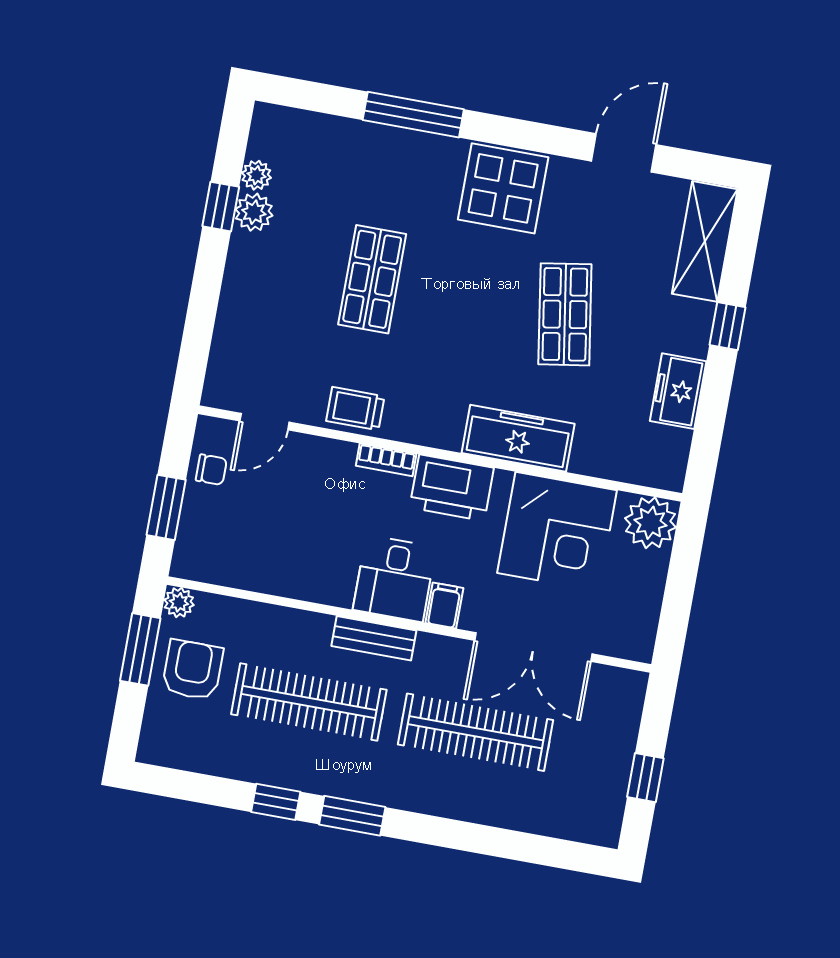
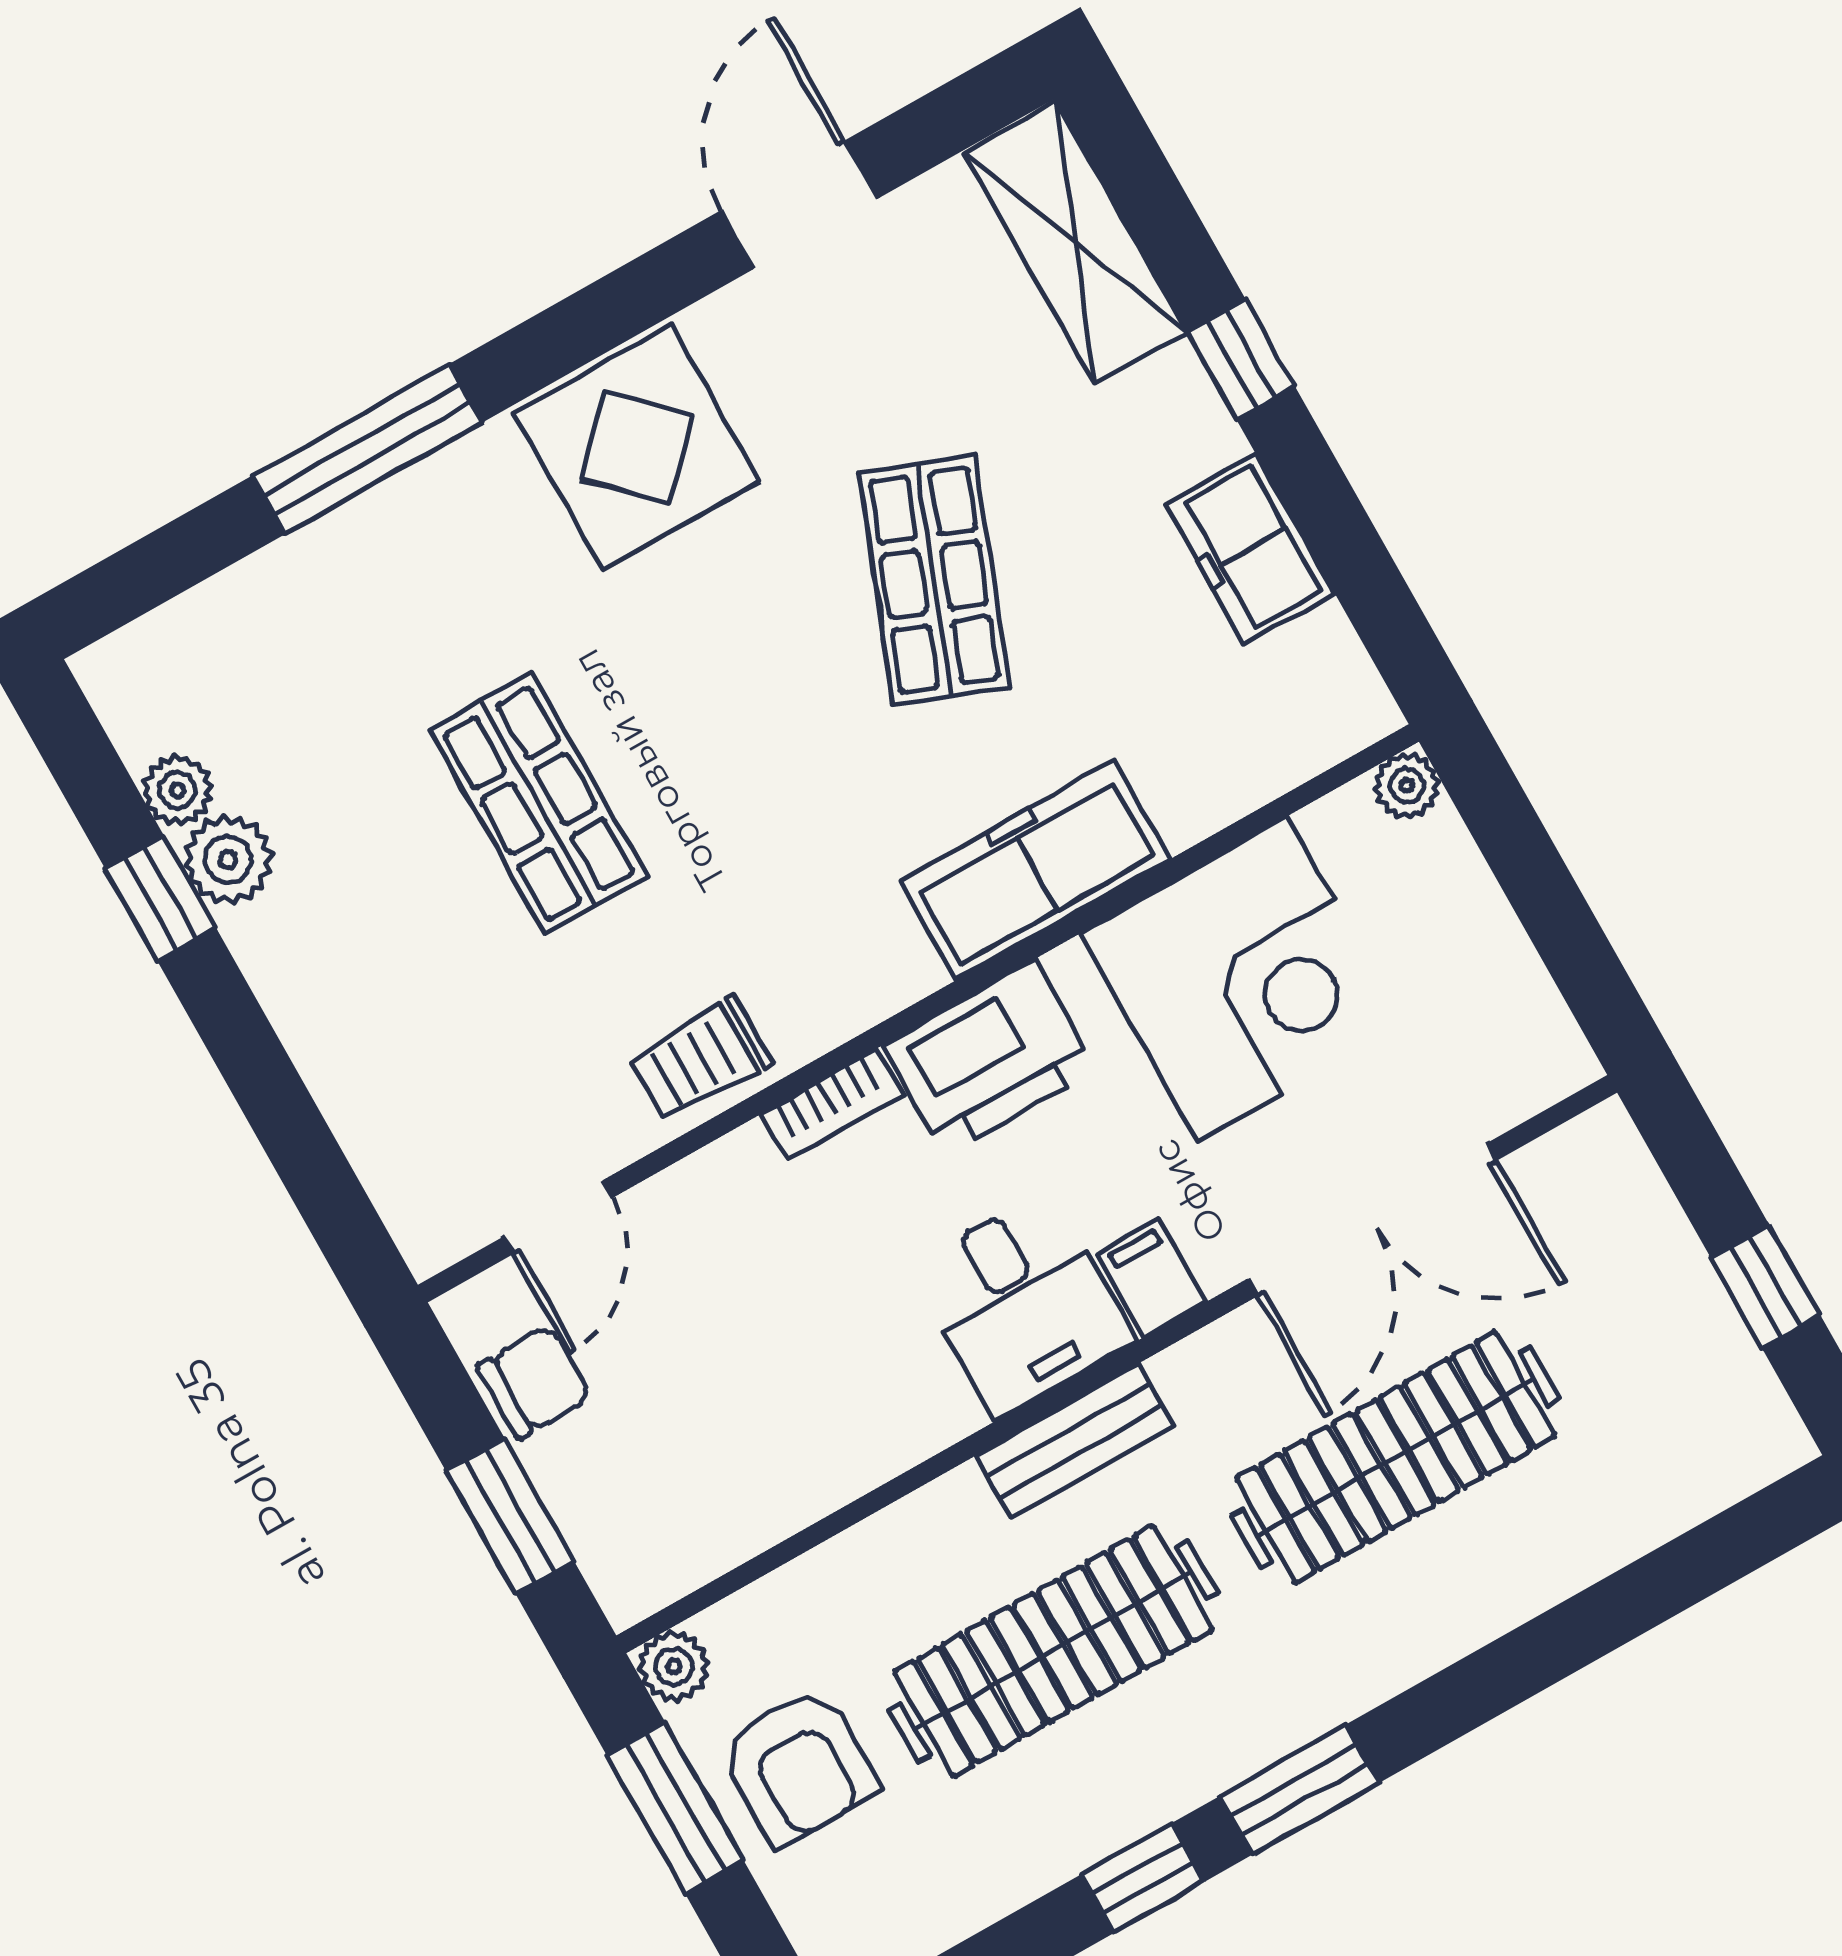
shop shelf: (565, 314) -> (934, 580), turned 30
chair: (211, 470) -> (534, 1382), width x1.37, depth x1.37
plant: (650, 523) -> (1407, 786), width x0.53, depth x0.53
armchair: (193, 670) -> (798, 1766), turned 180

